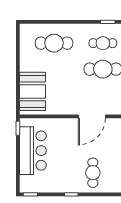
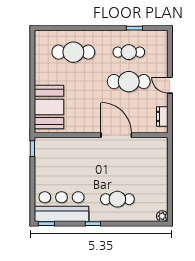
door: (92, 116) -> (116, 135), swing flipped
bar counter: (33, 151) -> (61, 207), moved, turned -90
cafe table: (93, 173) -> (117, 199), turned 90

